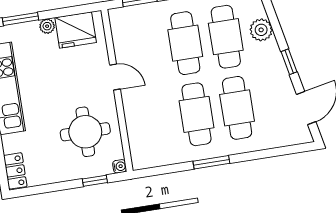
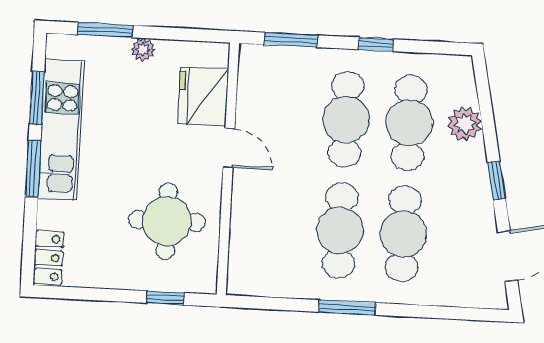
fridge: (76, 30) -> (203, 96), moved, turned 90
water cooler: (120, 166) -> (207, 284), removed

